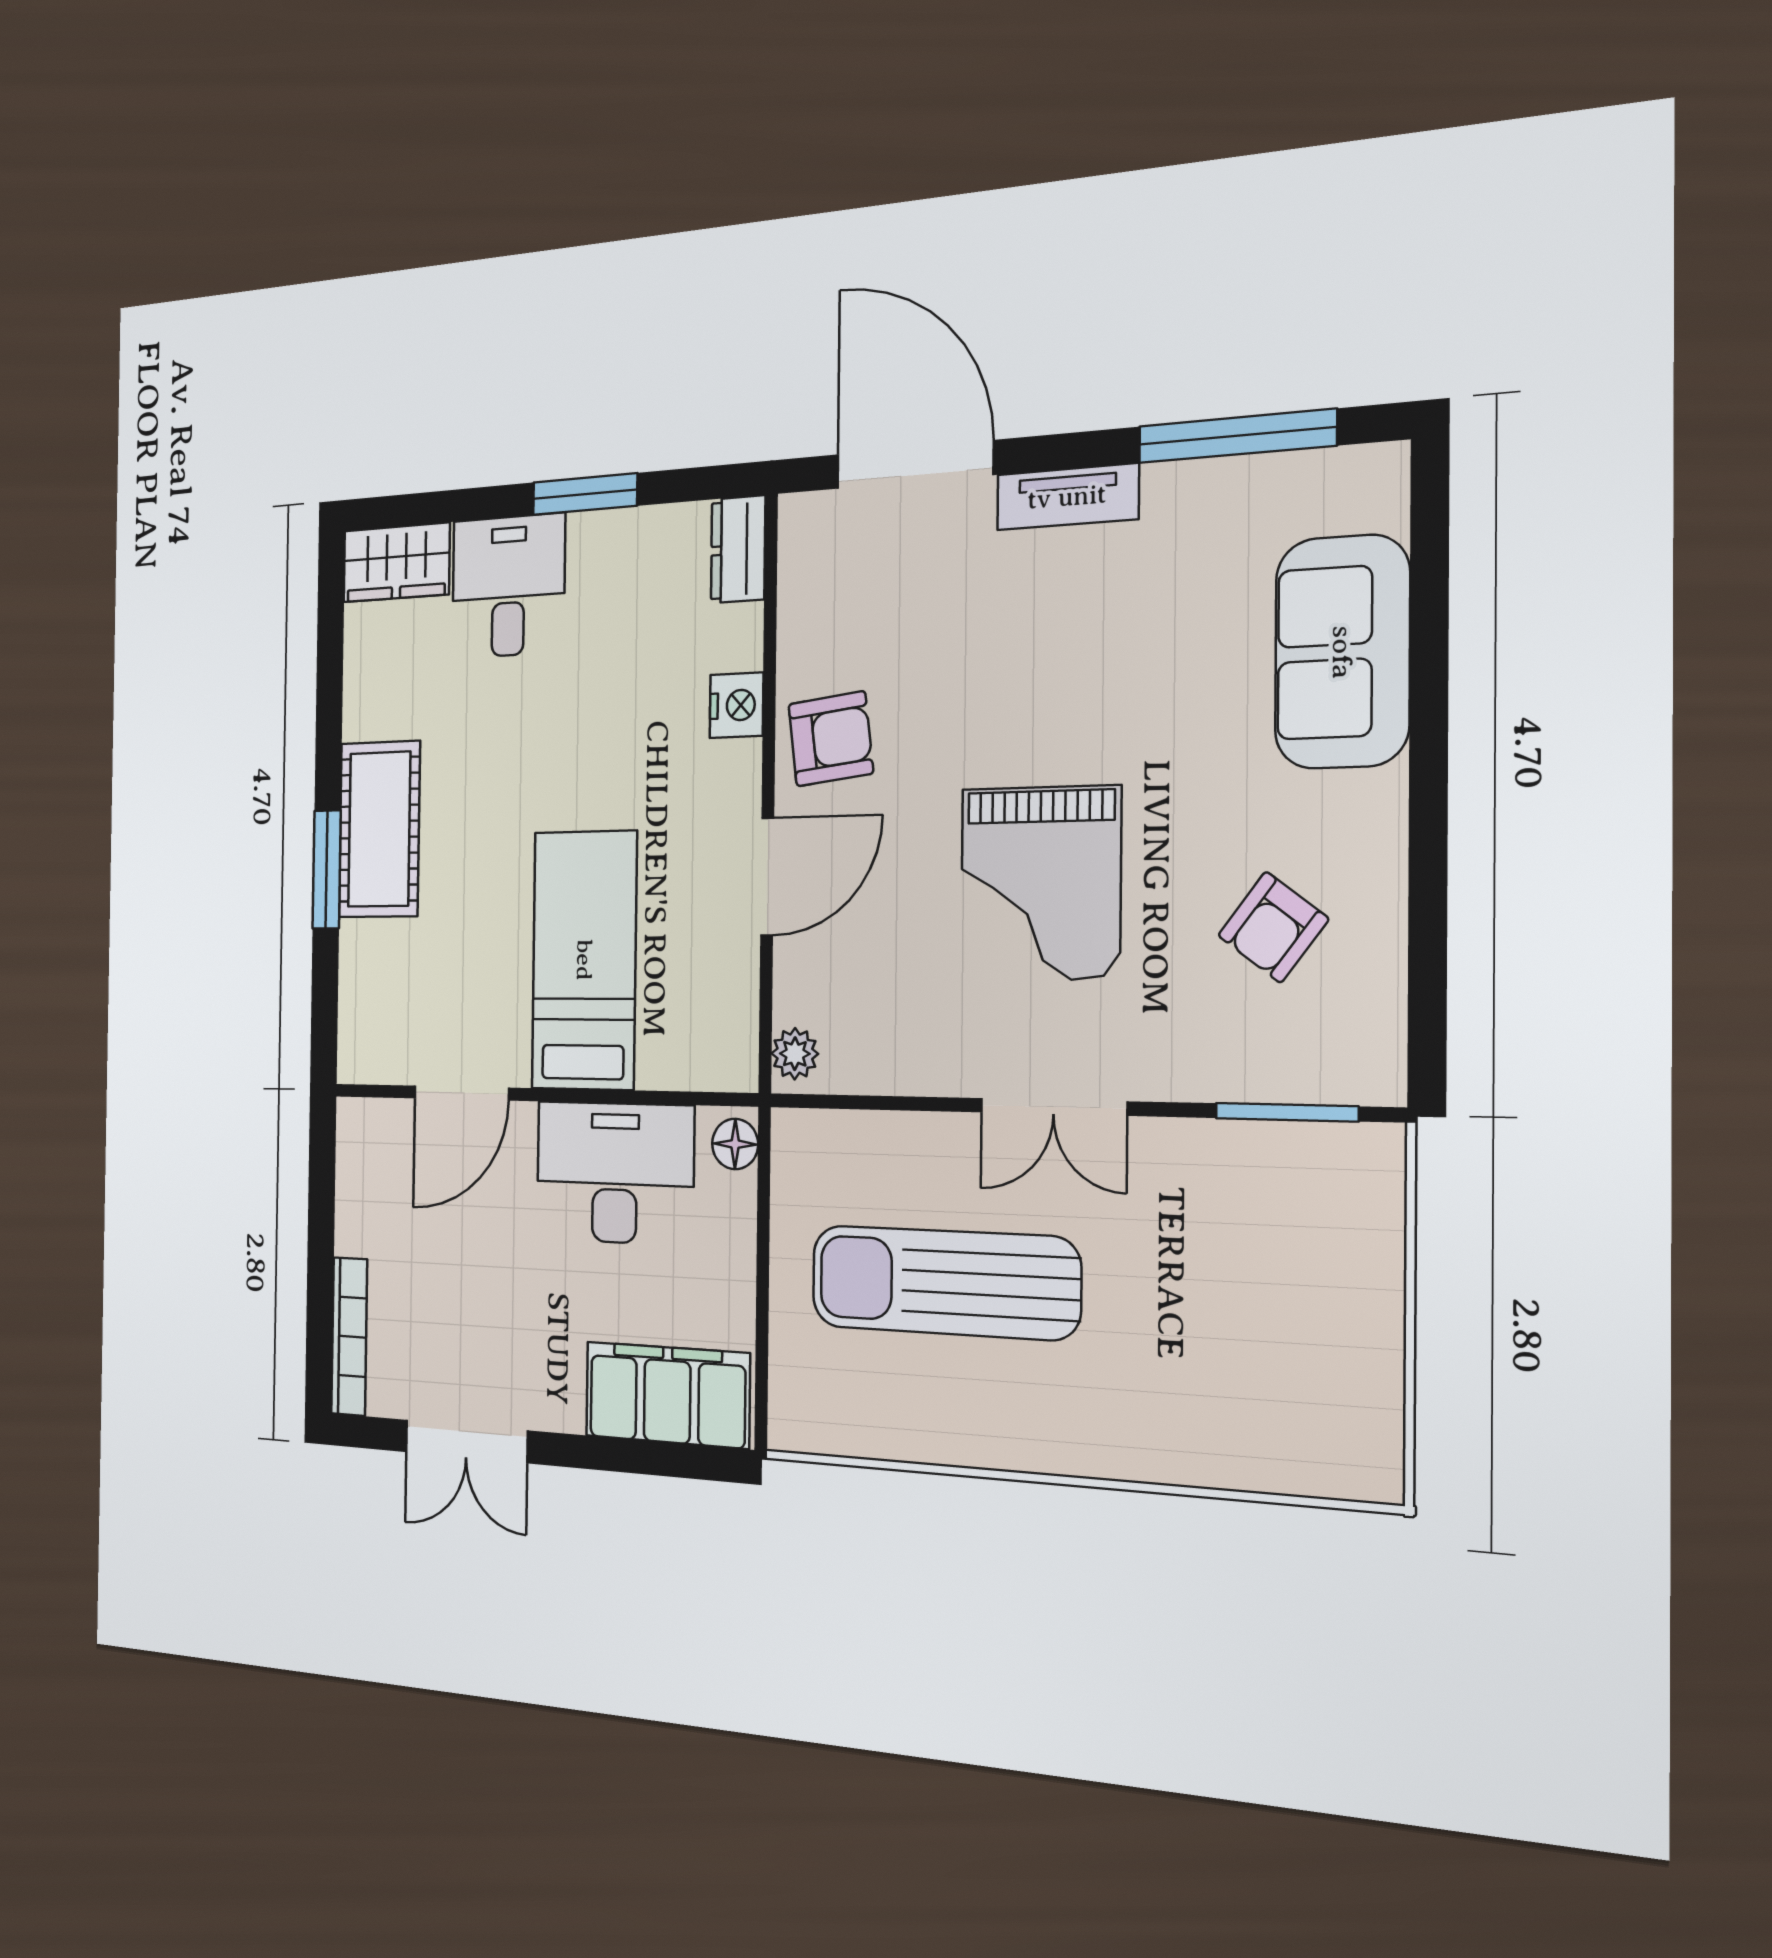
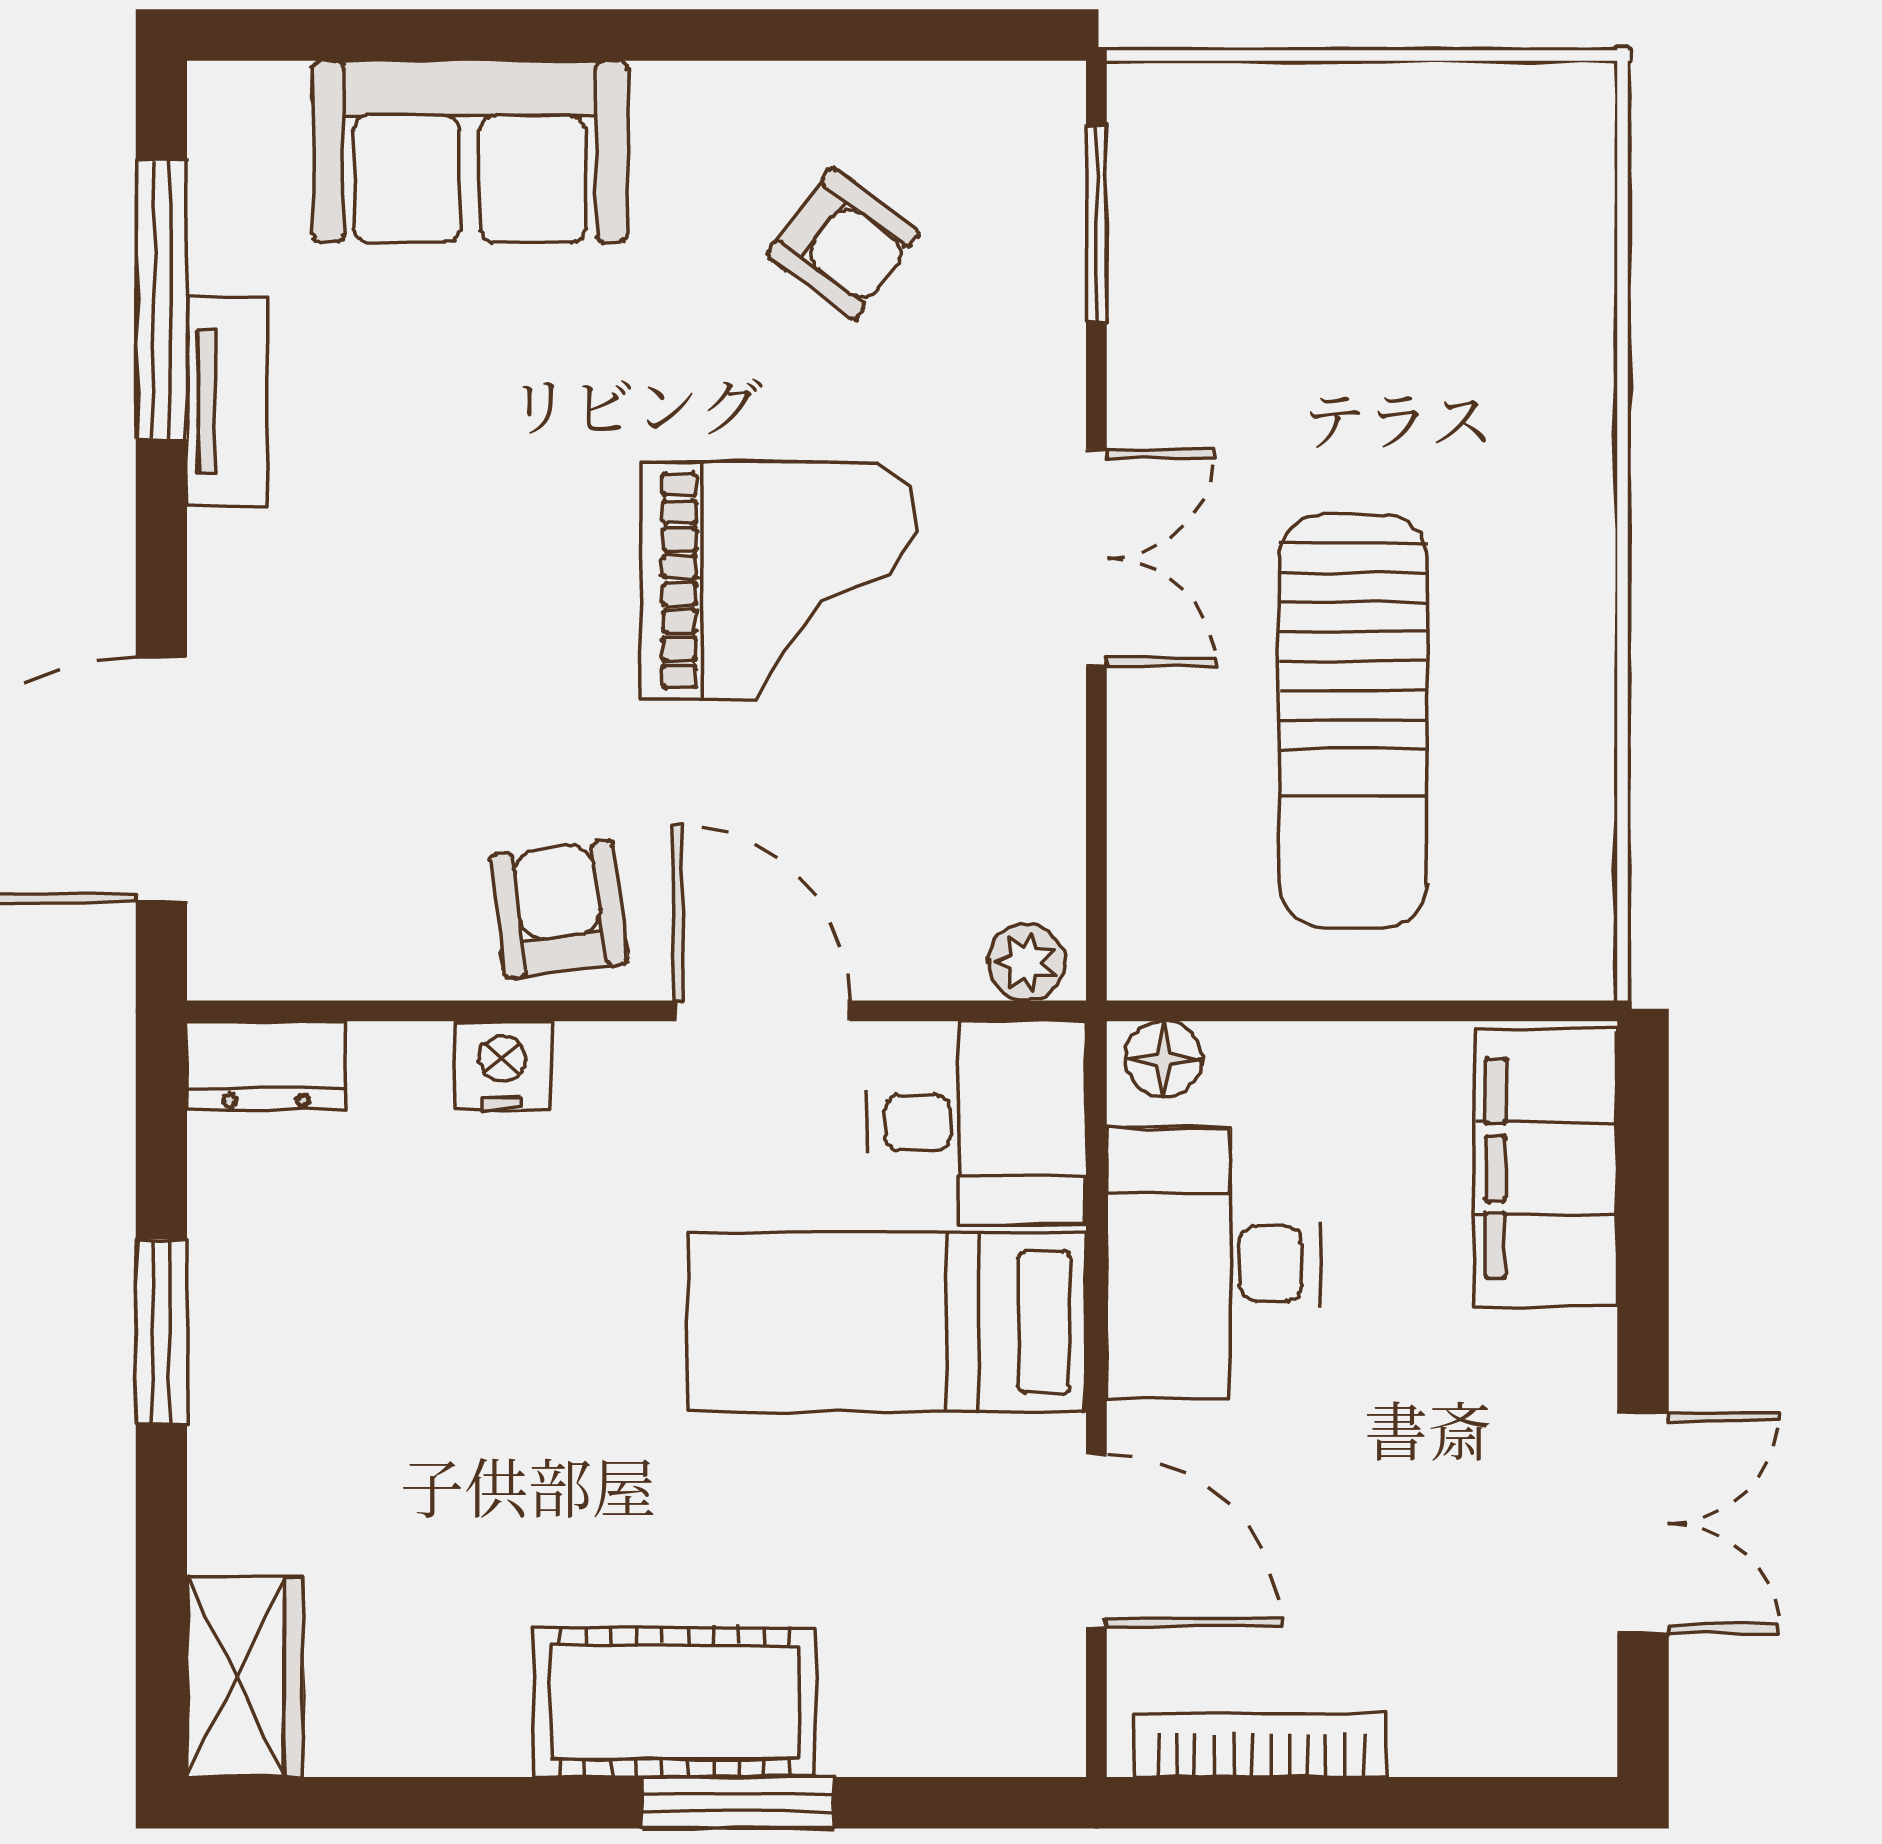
tv unit: (1067, 497) -> (227, 402), moved
desk: (508, 586) -> (977, 1123), moved, turned 180
bookcase: (349, 1336) -> (1261, 1745), moved

